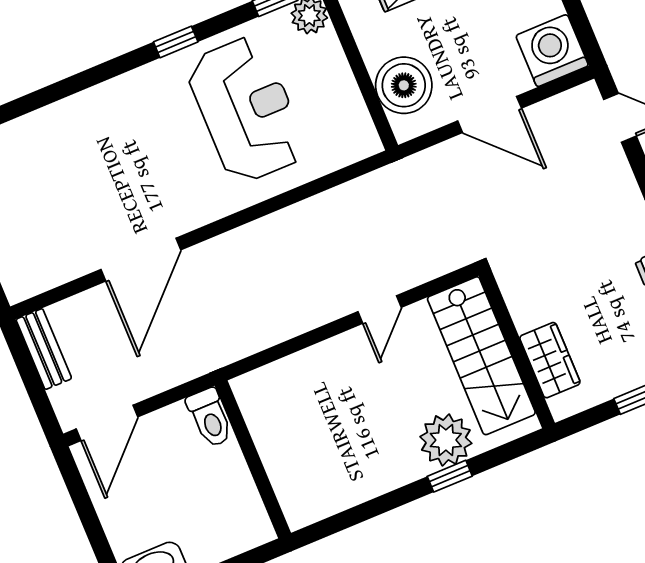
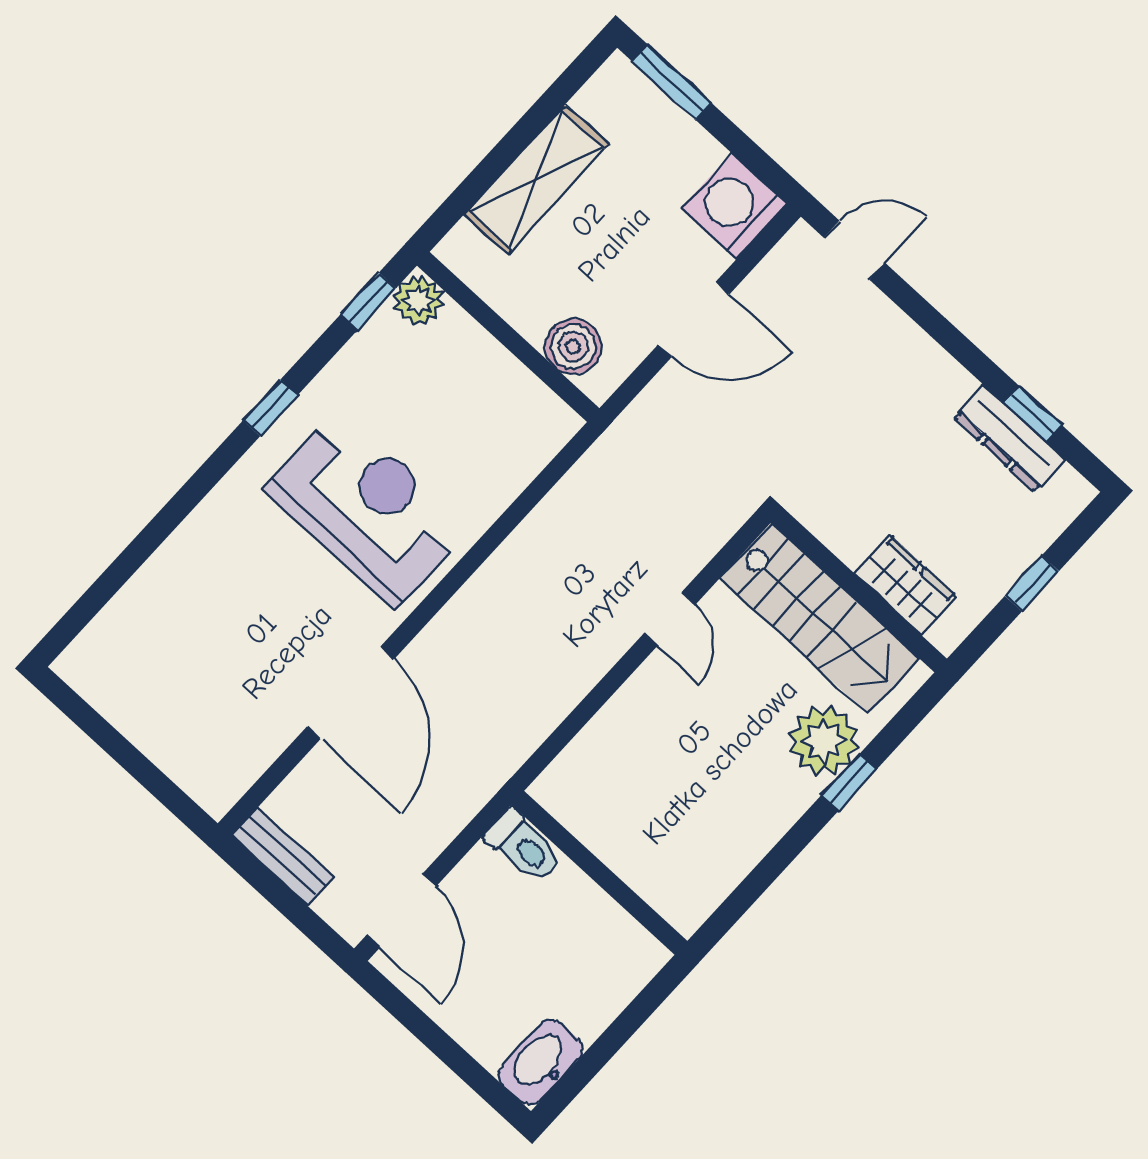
boiler: (404, 85) -> (573, 347), width x0.73, depth x0.73
reception desk: (246, 109) -> (367, 508), moved

